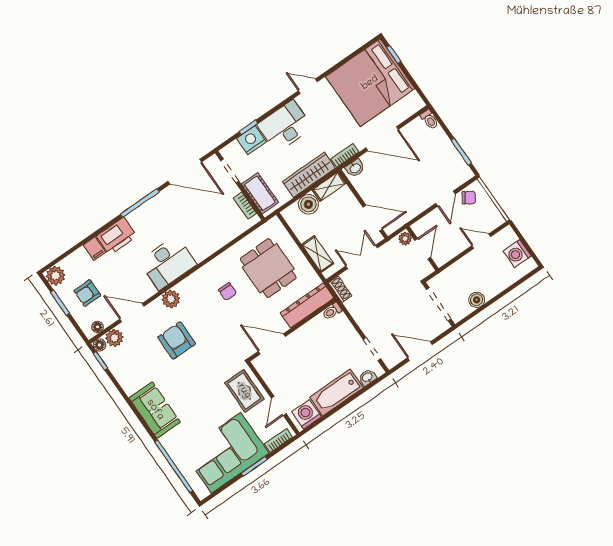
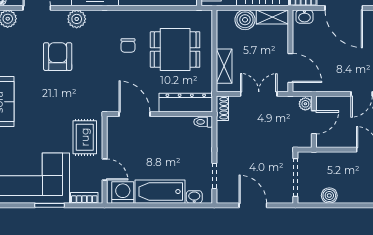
dining table: (268, 268) -> (175, 50), turned 90
door: (279, 406) -> (105, 170), swing flipped

